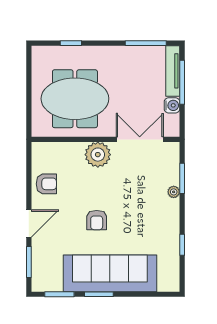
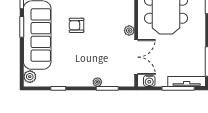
water cooler: (172, 105) -> (149, 81), moved
plant: (98, 155) -> (129, 31), width x0.53, depth x0.53
plant: (166, 283) -> (30, 77), added

